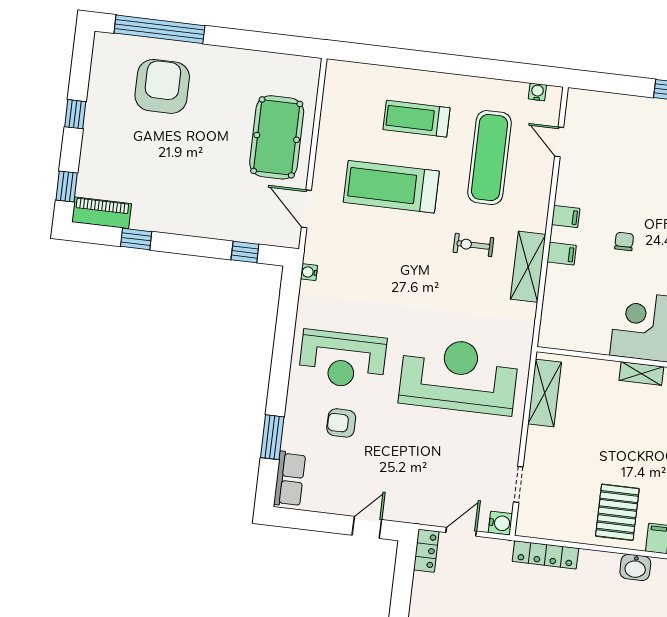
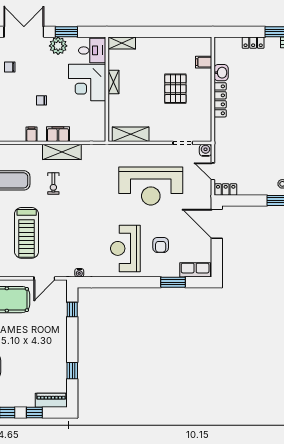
window: (67, 187) -> (34, 413), moved
piano: (102, 213) -> (51, 400), moved, turned 90
filing cabinet: (562, 254) -> (58, 134), width x2.00
reception desk: (342, 359) -> (125, 248), turned 180
reception desk: (459, 376) -> (151, 186), moved, turned -90
pallet: (617, 512) -> (175, 89), moved, turned 90
door: (367, 527) -> (217, 224), width x1.88
locker: (545, 555) -> (220, 100), moved

